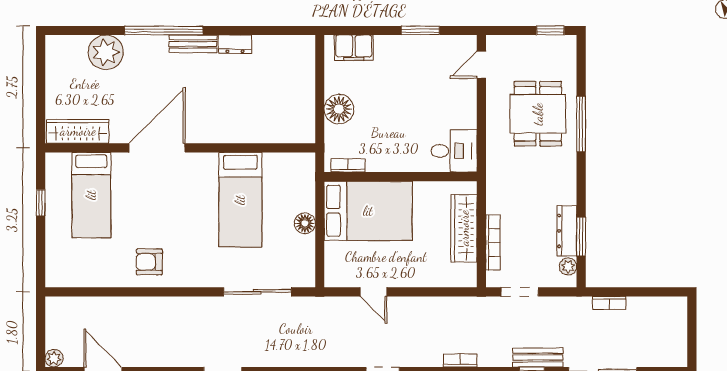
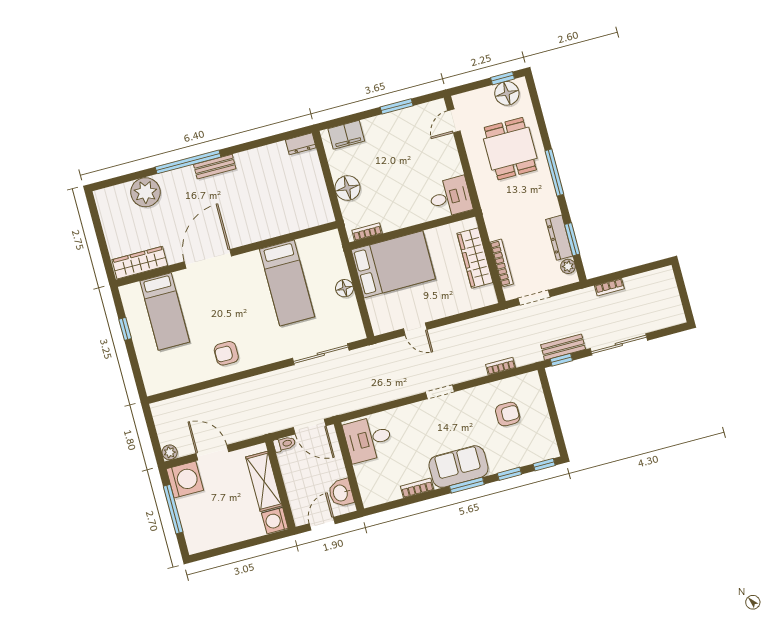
dresser: (235, 44) -> (301, 144), moved
floor lamp: (551, 49) -> (507, 93), added
window: (581, 124) -> (554, 173), moved

